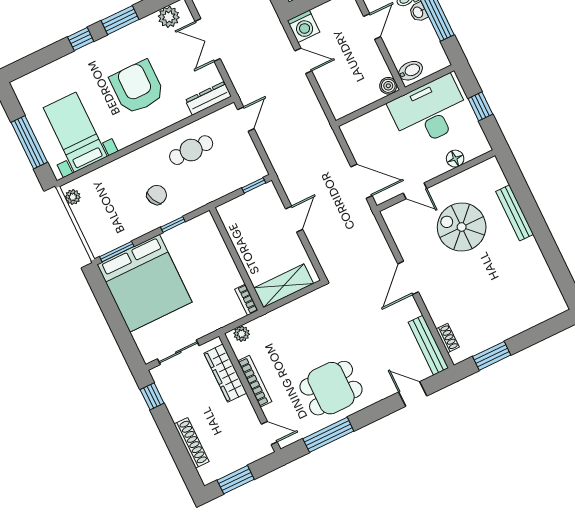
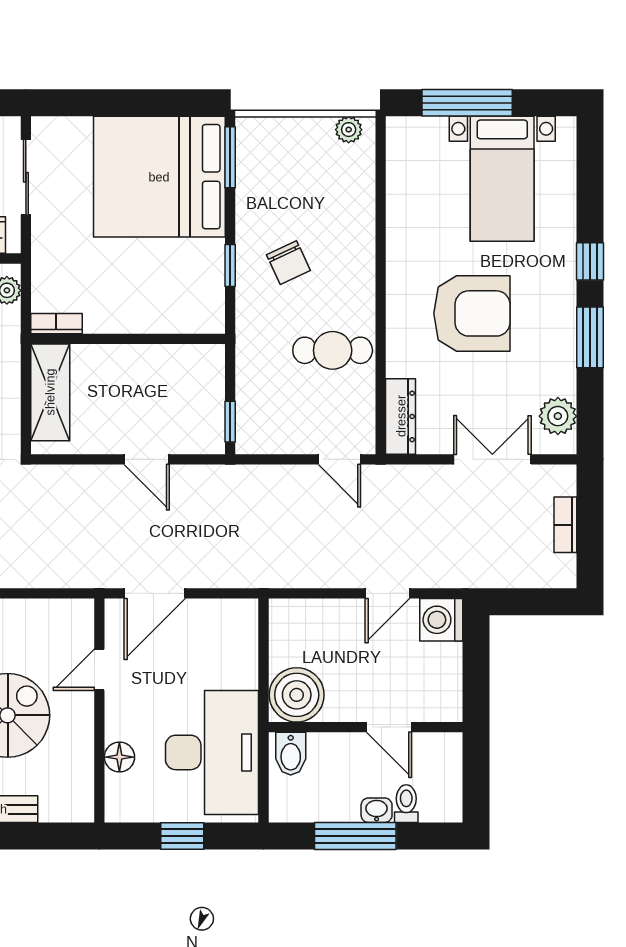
boiler: (388, 86) -> (297, 695), width x1.86, depth x1.86
bed with nightstands: (75, 132) -> (502, 179), moved, turned 90
cafe table: (191, 150) -> (333, 350), turned 90

